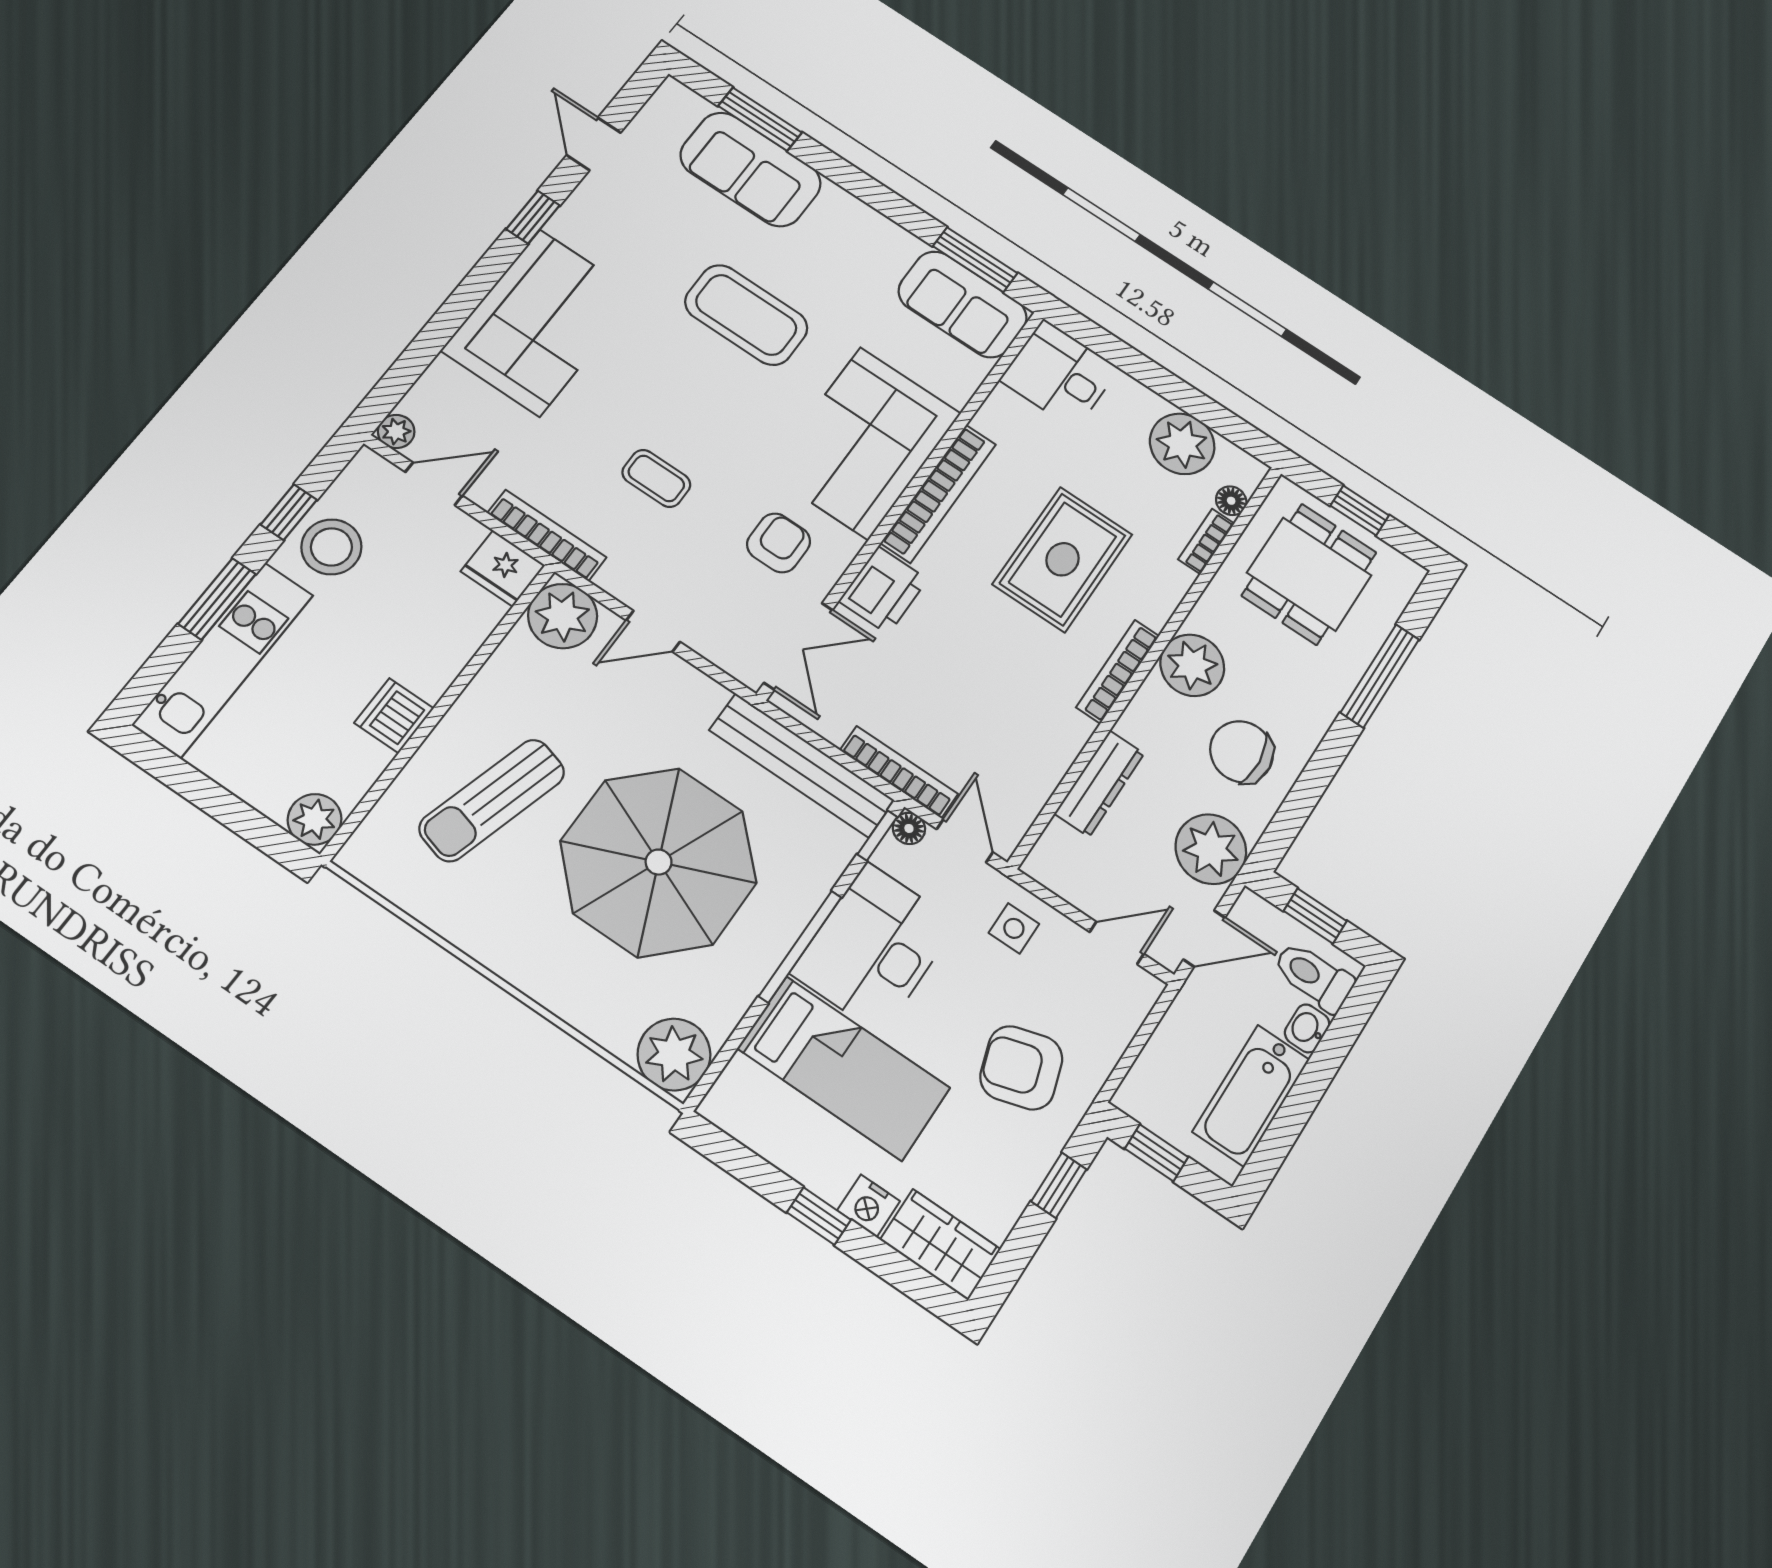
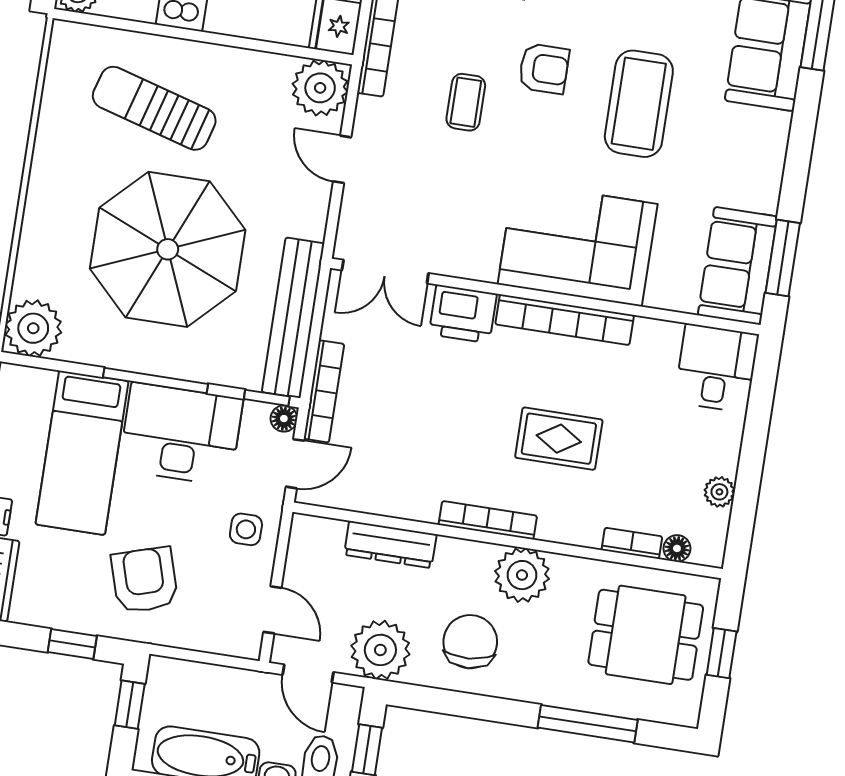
plant: (1182, 444) -> (719, 492), width x0.53, depth x0.53
armchair: (779, 543) -> (544, 69), moved
rug: (1063, 559) -> (559, 439), width x0.73, depth x0.70

